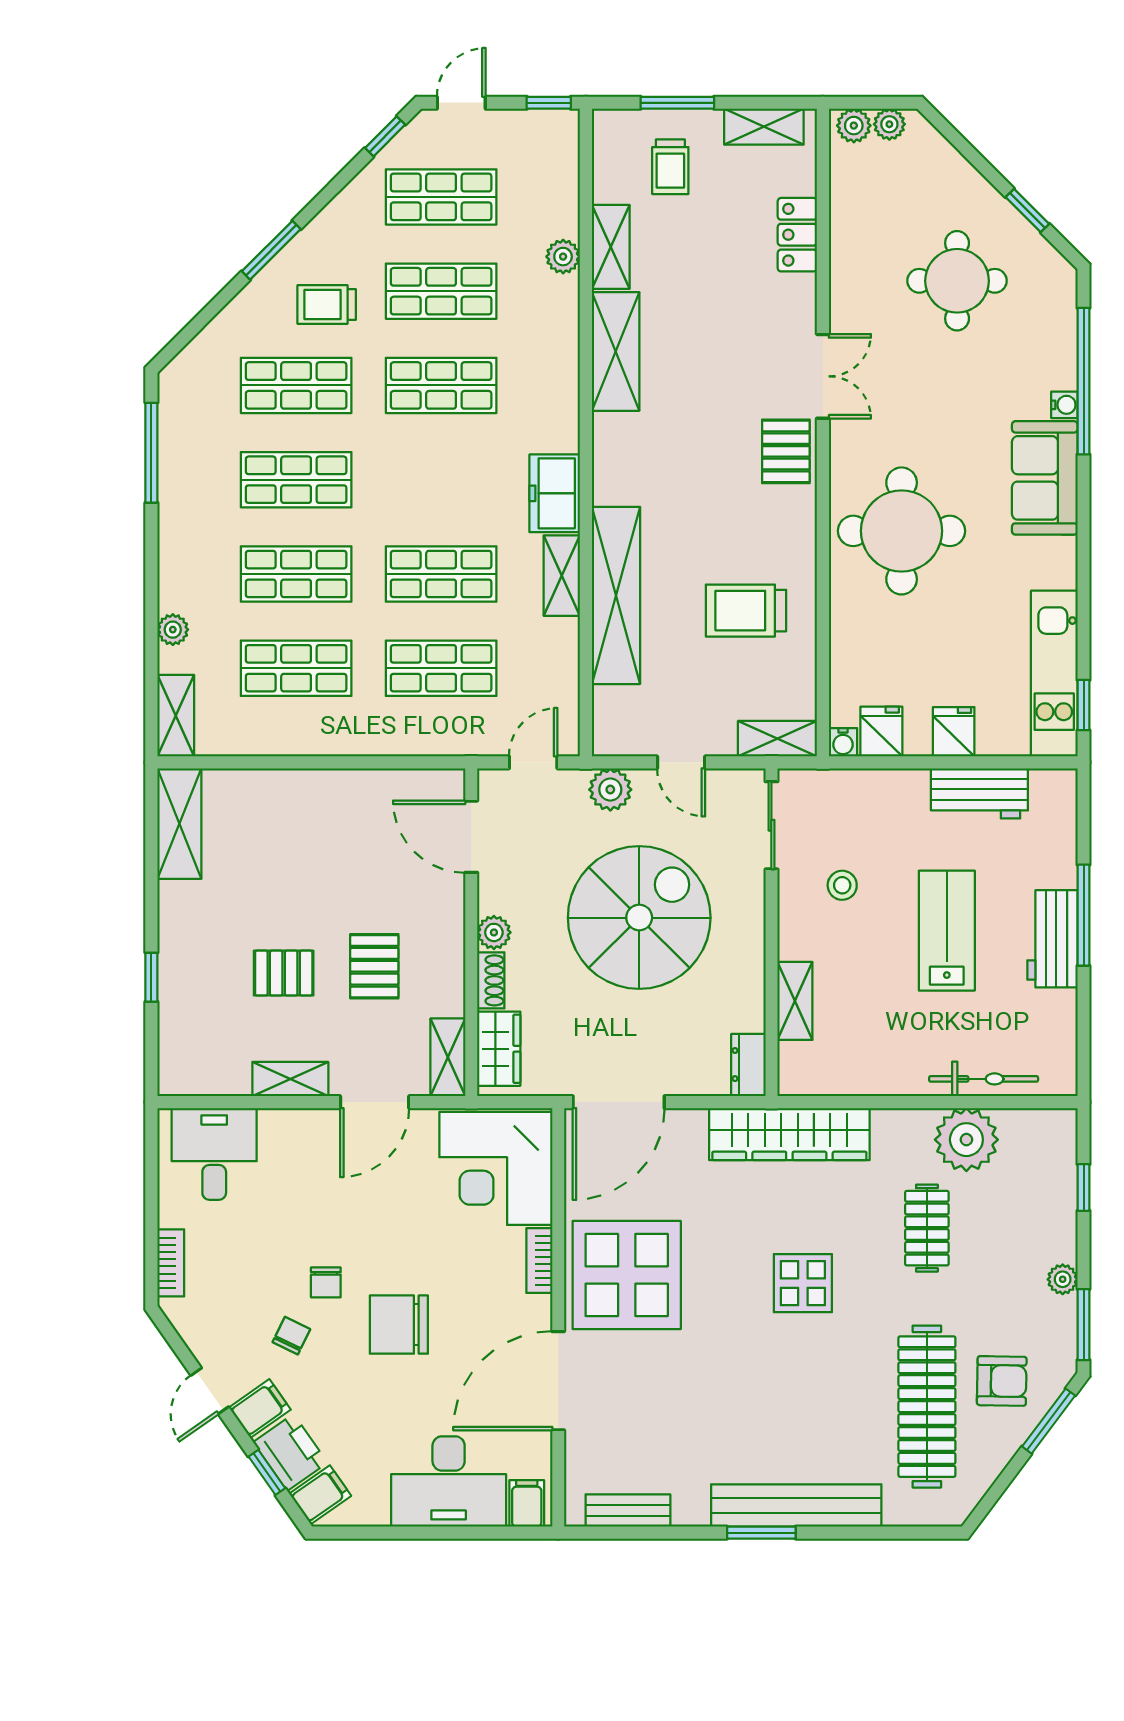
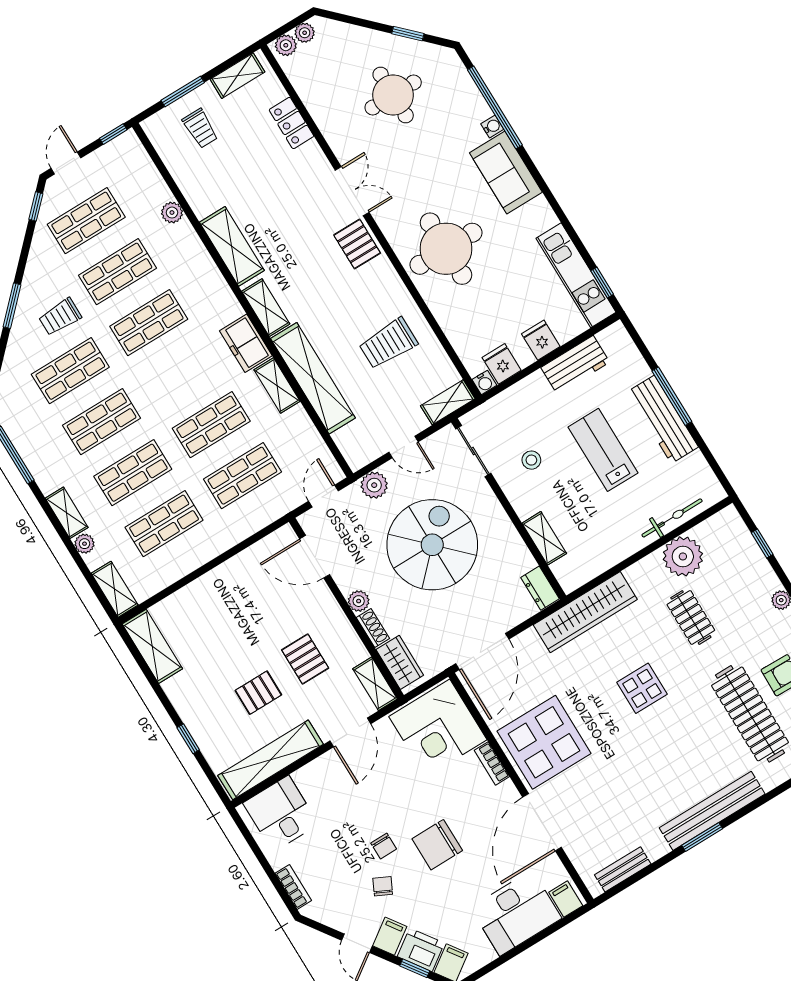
shelving: (611, 247) -> (266, 308), moved
shelving: (174, 573) -> (67, 513), added
workbench: (1052, 939) -> (663, 419), width x1.38
shelving: (290, 1079) -> (270, 760), width x2.20, depth x1.33

